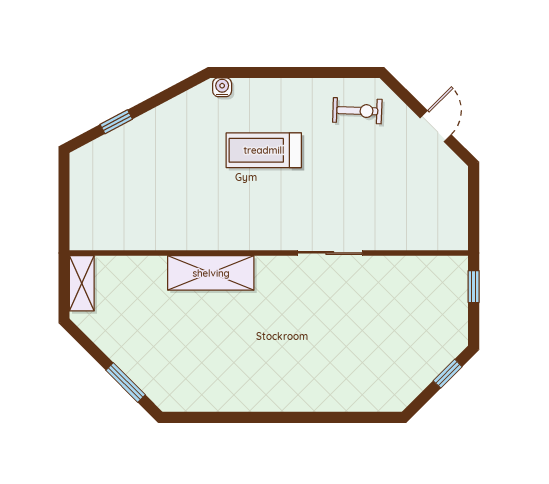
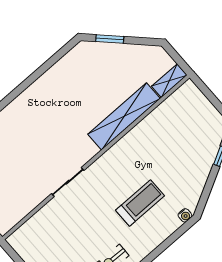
shelving: (211, 273) -> (124, 116), width x1.47
shelving: (82, 283) -> (169, 81), moved, turned 90

